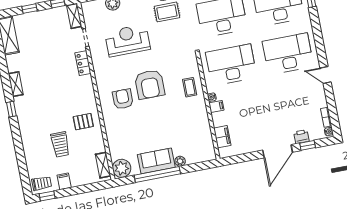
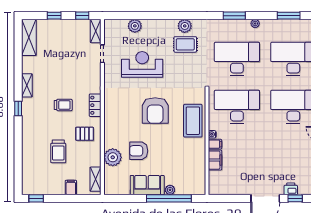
locker: (83, 63) -> (95, 105), moved
coffee table: (190, 87) -> (193, 121), width x1.86, depth x1.72
armchair: (123, 99) -> (139, 151), moved, turned -90
filing cabinet: (222, 137) -> (215, 160), moved
plant: (122, 168) -> (113, 157), moved
window: (157, 175) -> (169, 198), moved
filing cabinet: (64, 181) -> (71, 187), moved
trolley: (42, 183) -> (63, 105), moved

